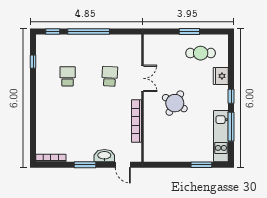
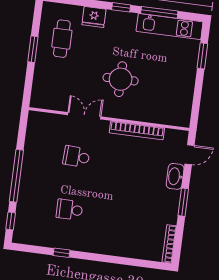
window: (33, 62) -> (61, 253), moved
round table: (175, 103) -> (121, 79), turned -31

